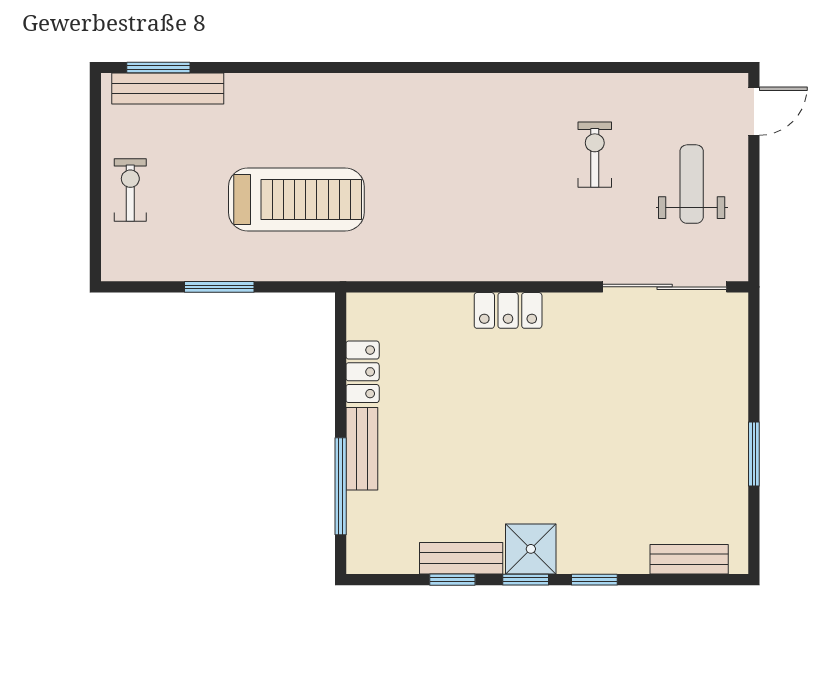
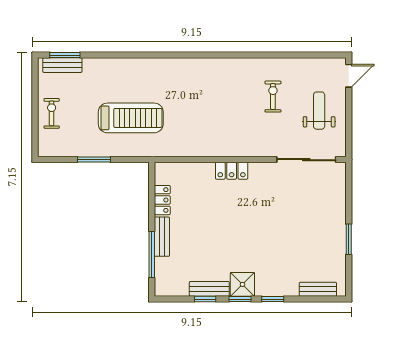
bench: (168, 89) -> (62, 65), width x0.73

